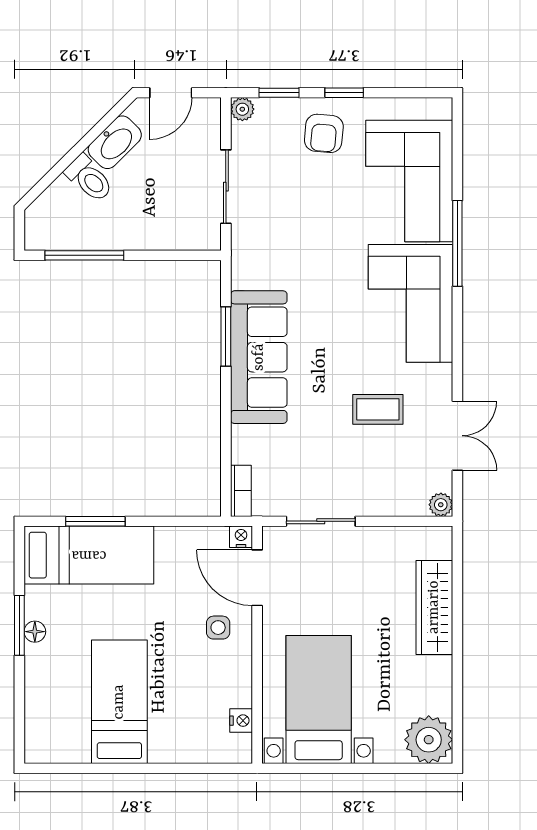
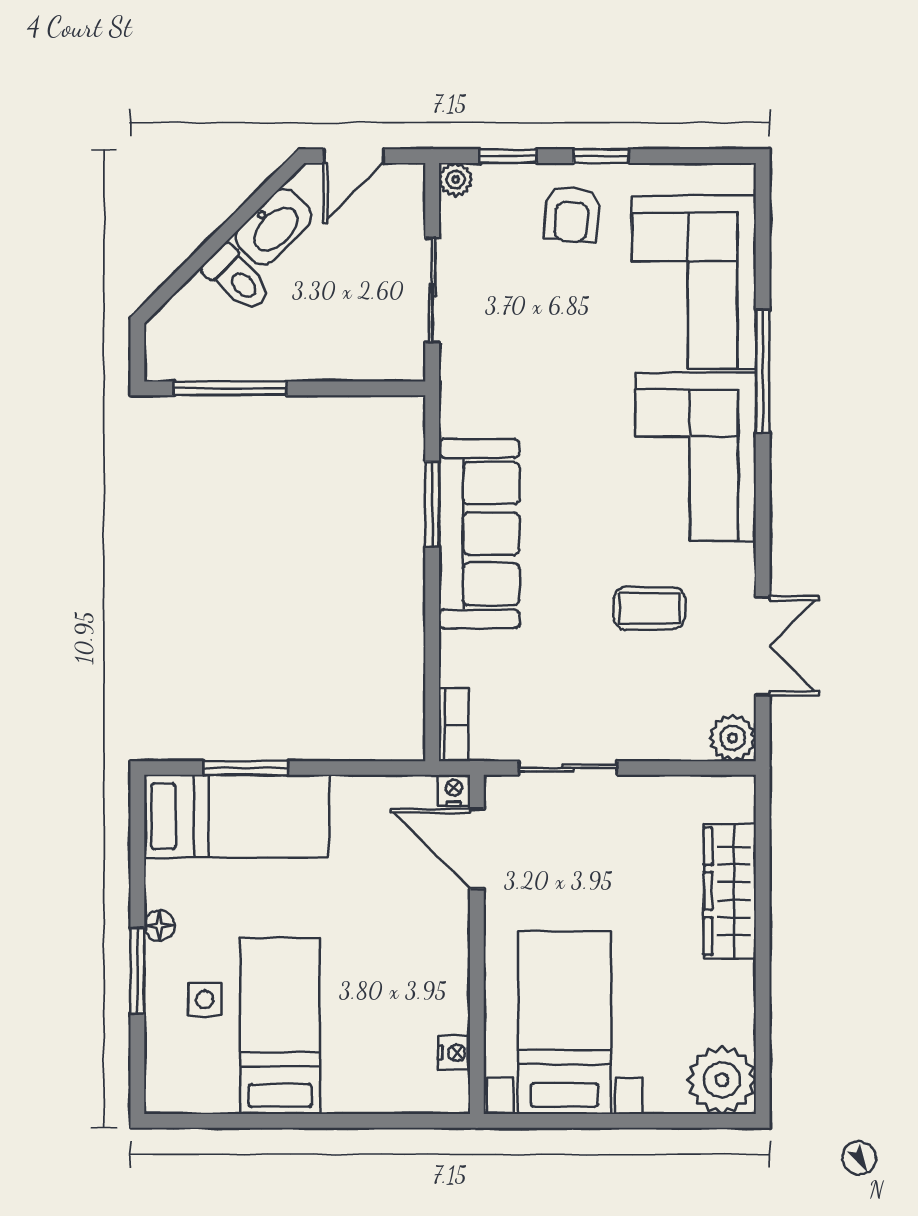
plant: (441, 505) -> (733, 738), width x1.38, depth x1.38
window: (19, 625) -> (137, 971), moved
side table: (218, 628) -> (205, 999), moved

